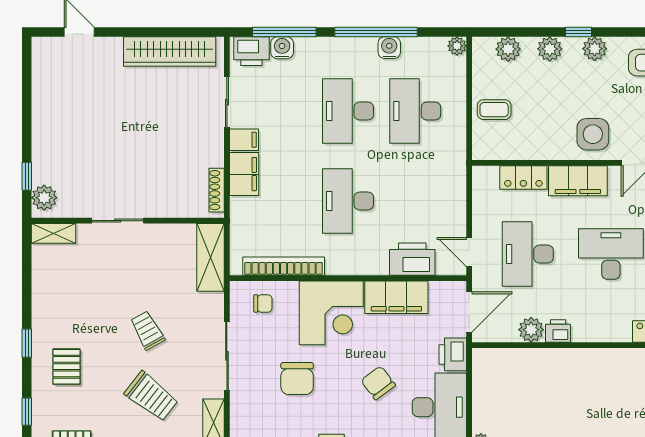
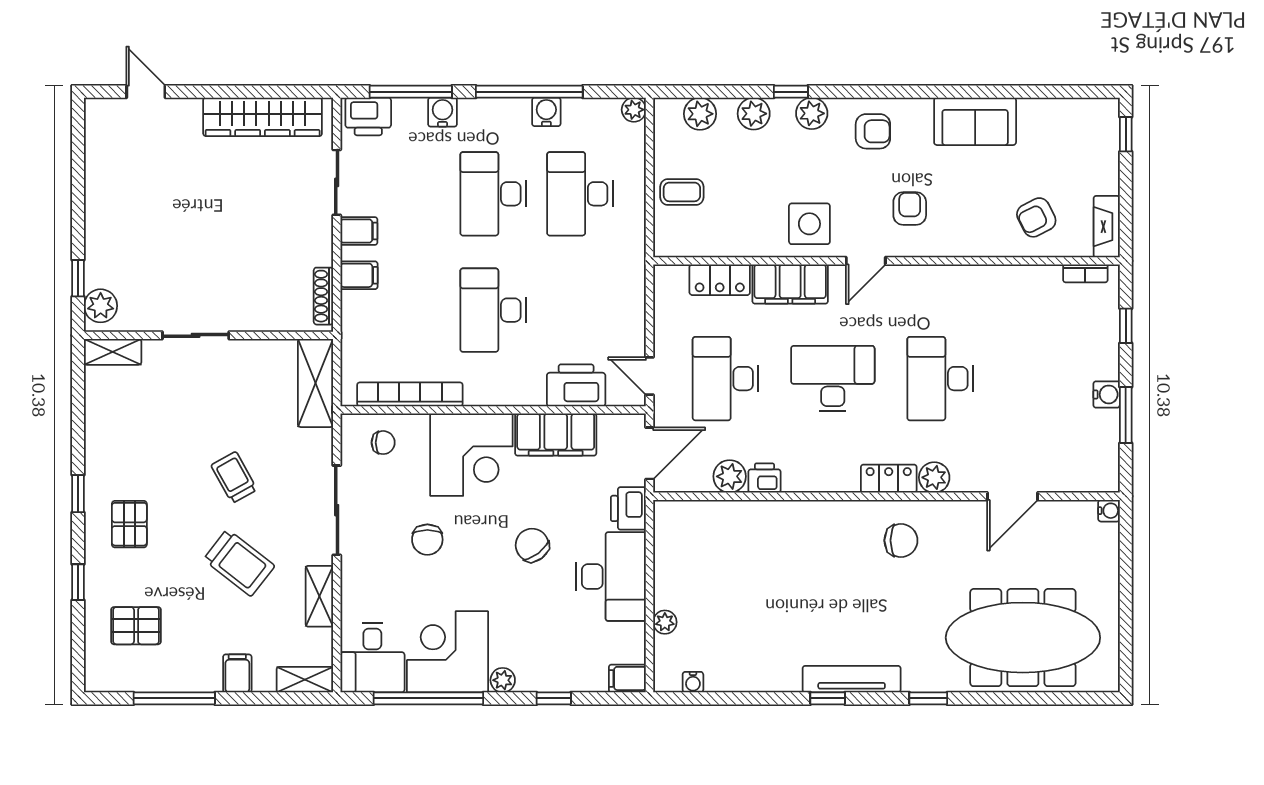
water cooler: (282, 48) -> (442, 112), moved
filing cabinet: (244, 174) -> (359, 275), width x0.50
chair: (297, 379) -> (427, 540), width x0.73, depth x0.73

